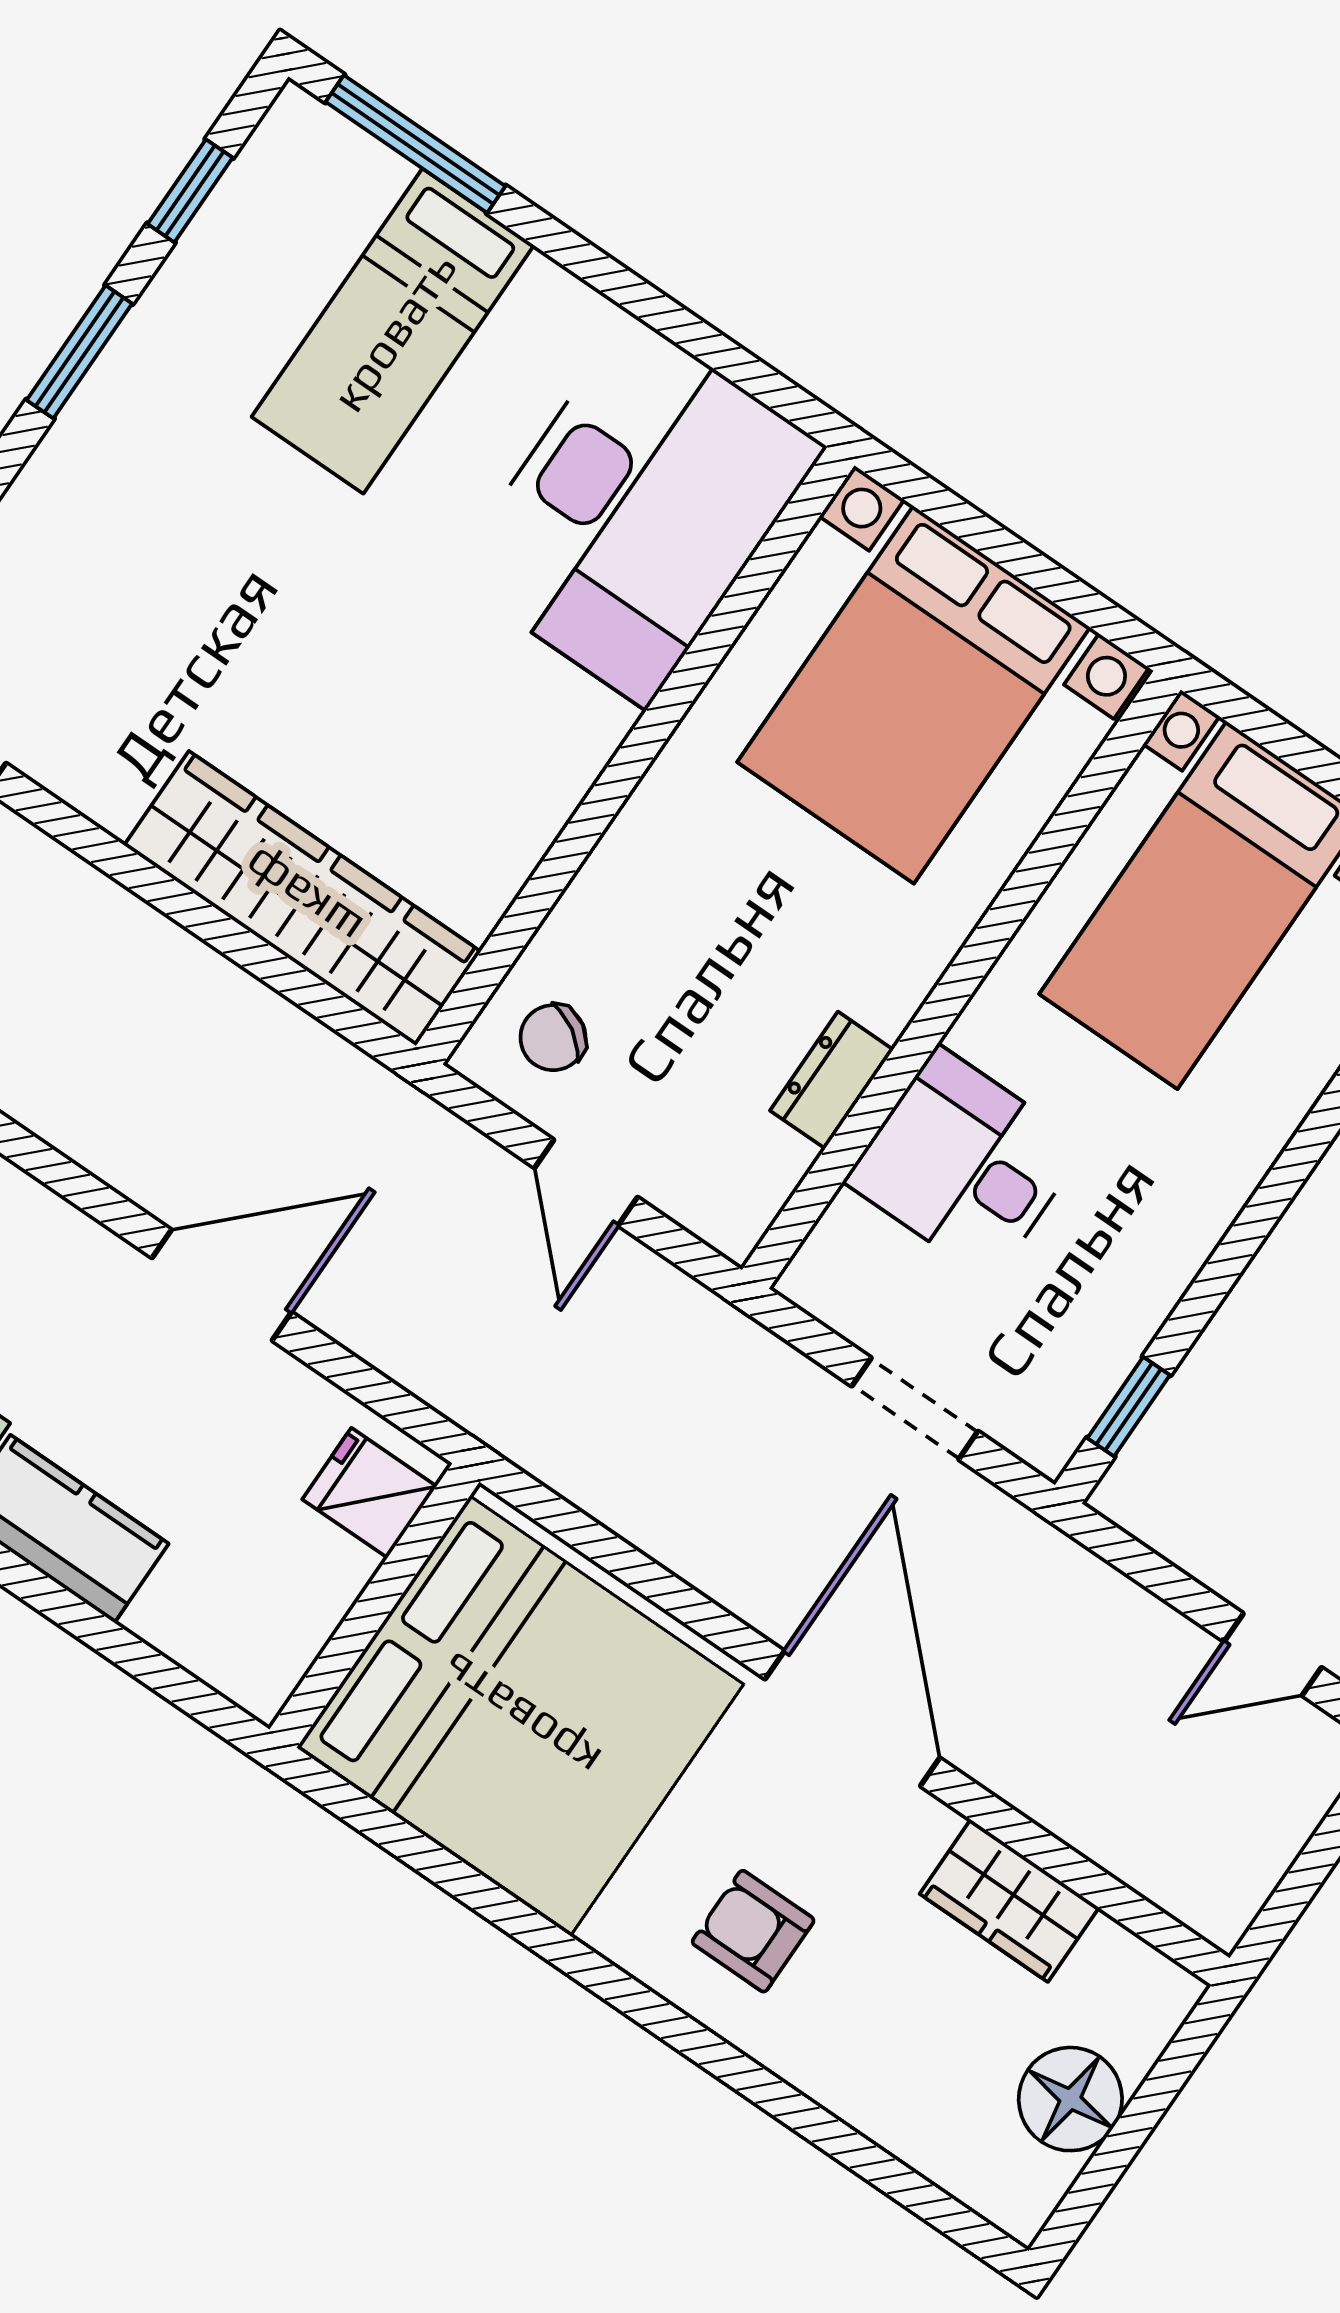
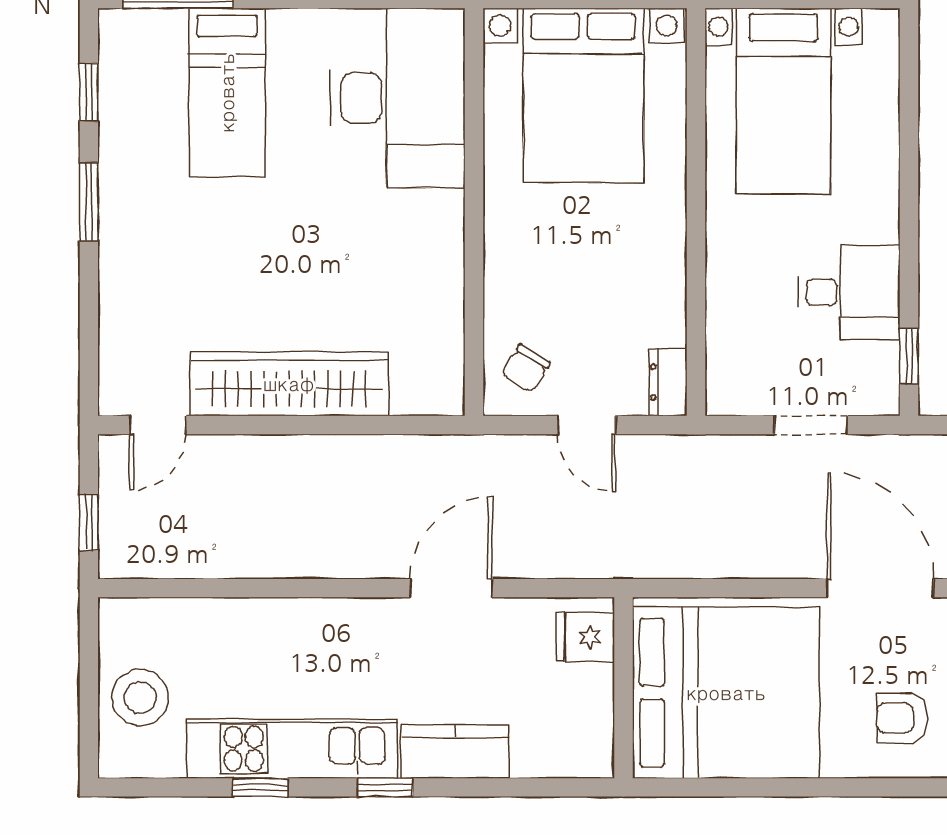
wardrobe: (302, 898) -> (289, 384), moved
dresser: (832, 1080) -> (668, 382), moved
desk: (965, 1164) -> (849, 292), moved, turned 180

